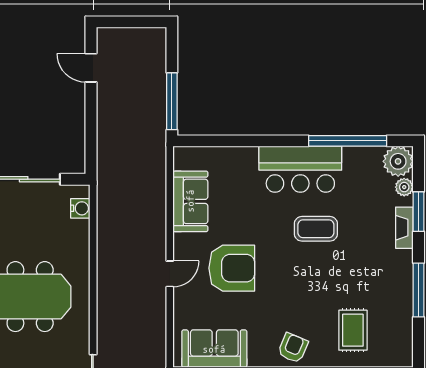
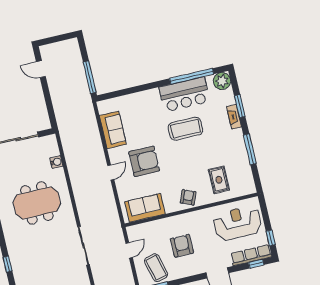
bar counter: (300, 169) -> (184, 94), moved
plant: (404, 187) -> (229, 94), removed
water cooler: (80, 208) -> (56, 162), moved
coffee table: (316, 229) -> (185, 129), width x1.36, depth x1.32

